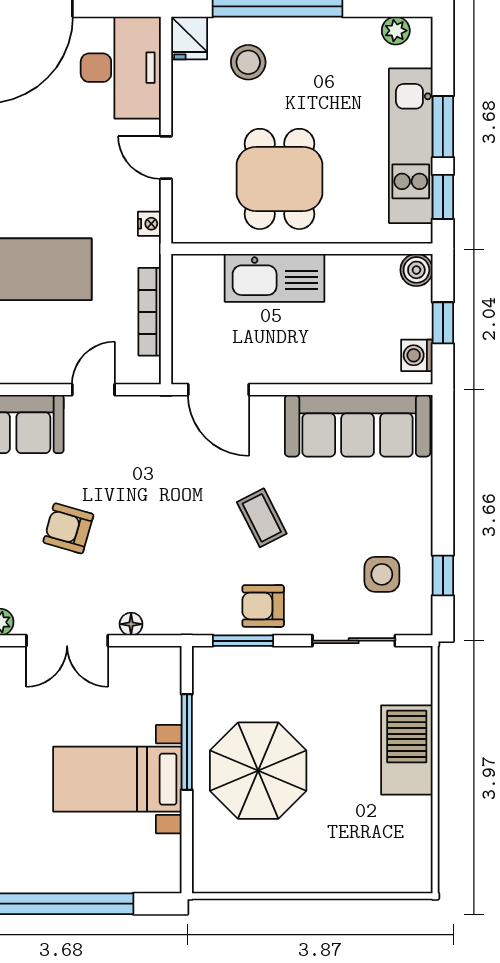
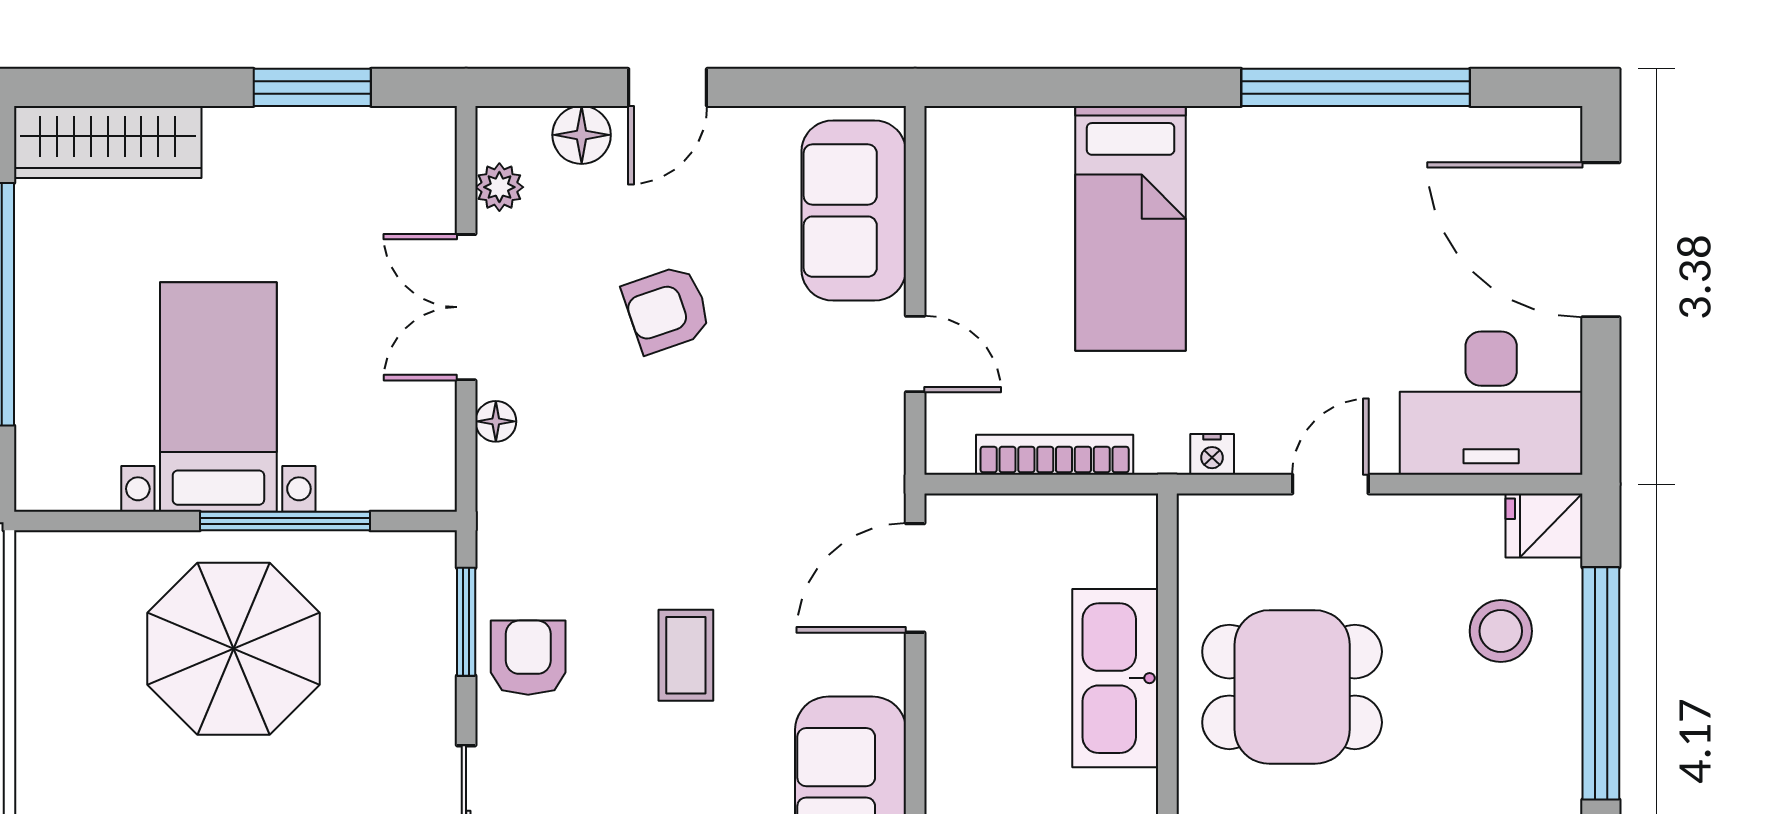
coffee table: (262, 518) -> (686, 655), turned -63
armchair: (68, 528) -> (667, 309), turned -125

